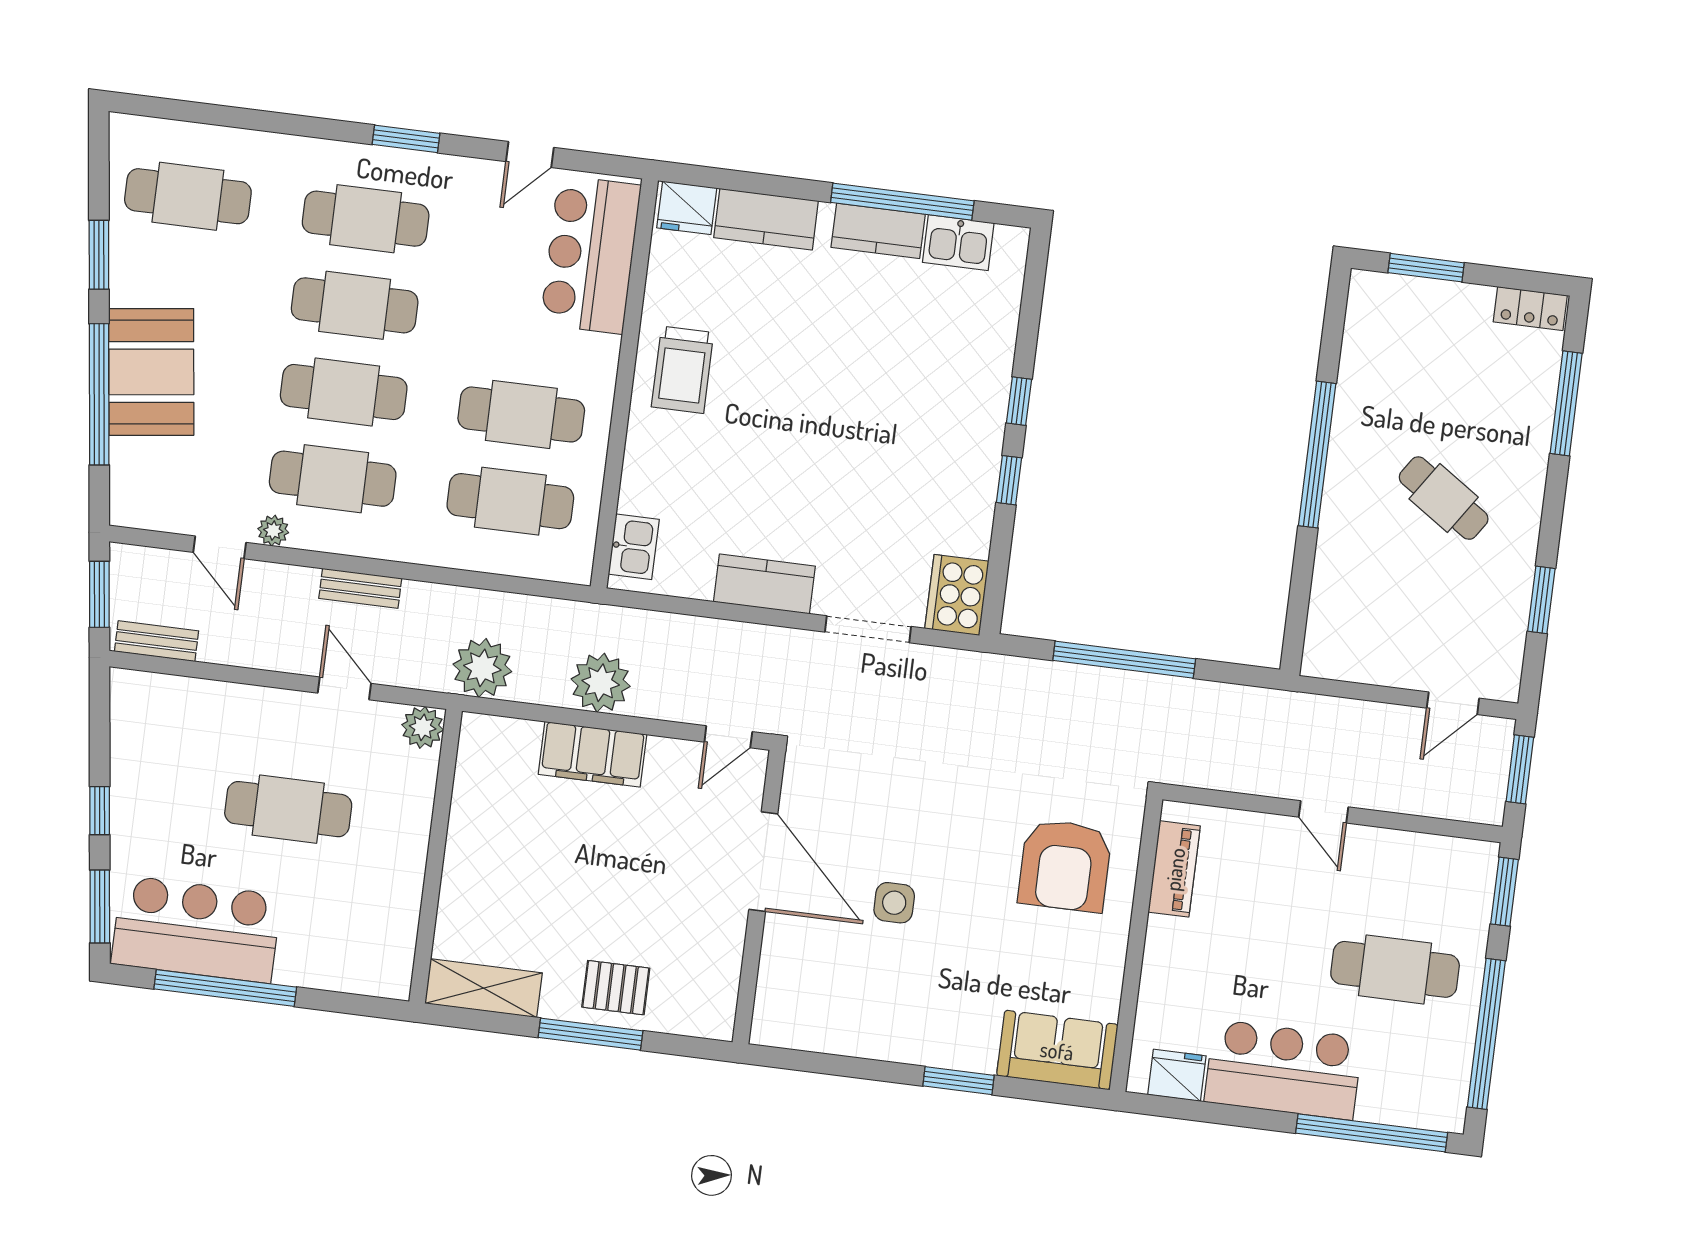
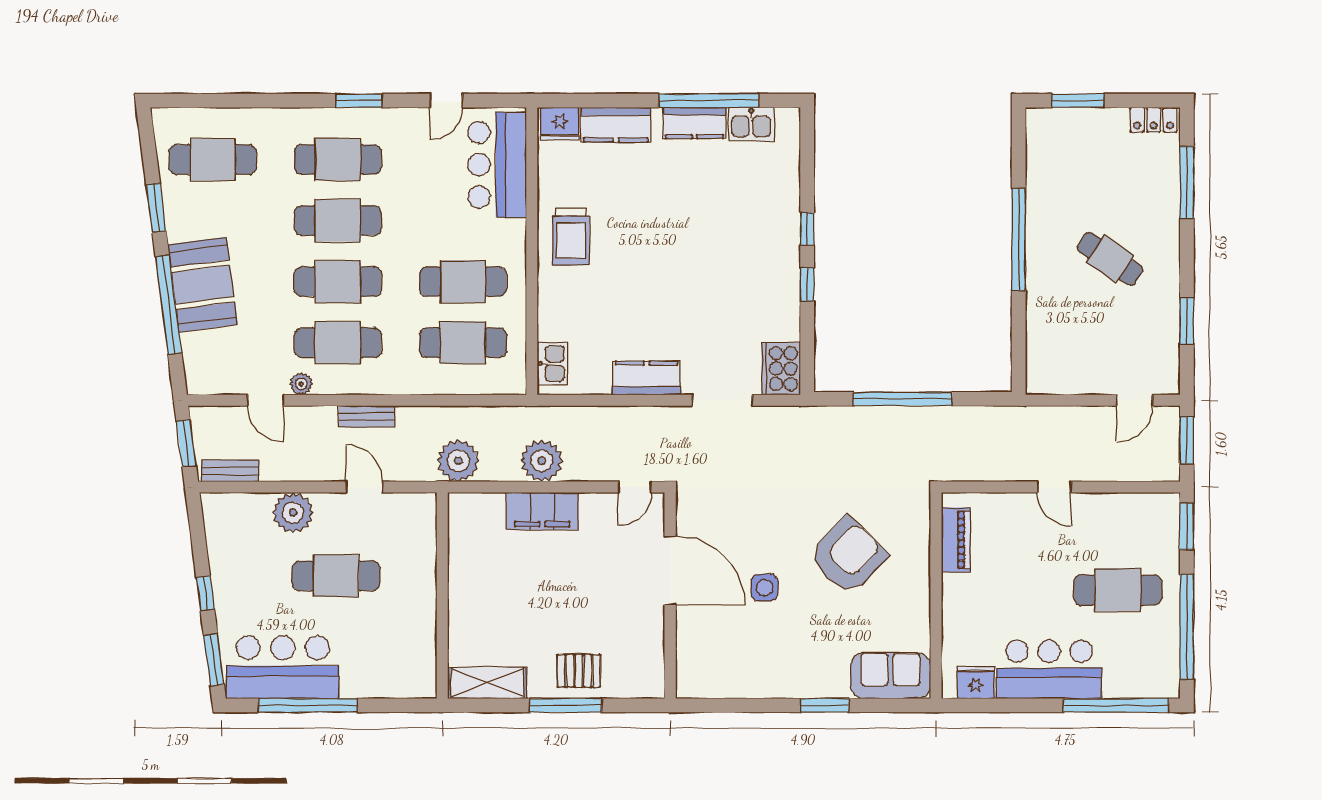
plant: (423, 727) -> (293, 513), moved, width x1.36, depth x1.36
armchair: (1065, 866) -> (848, 556), moved, turned -136

